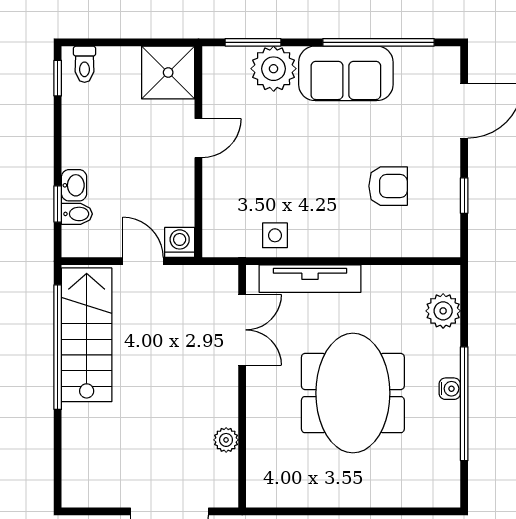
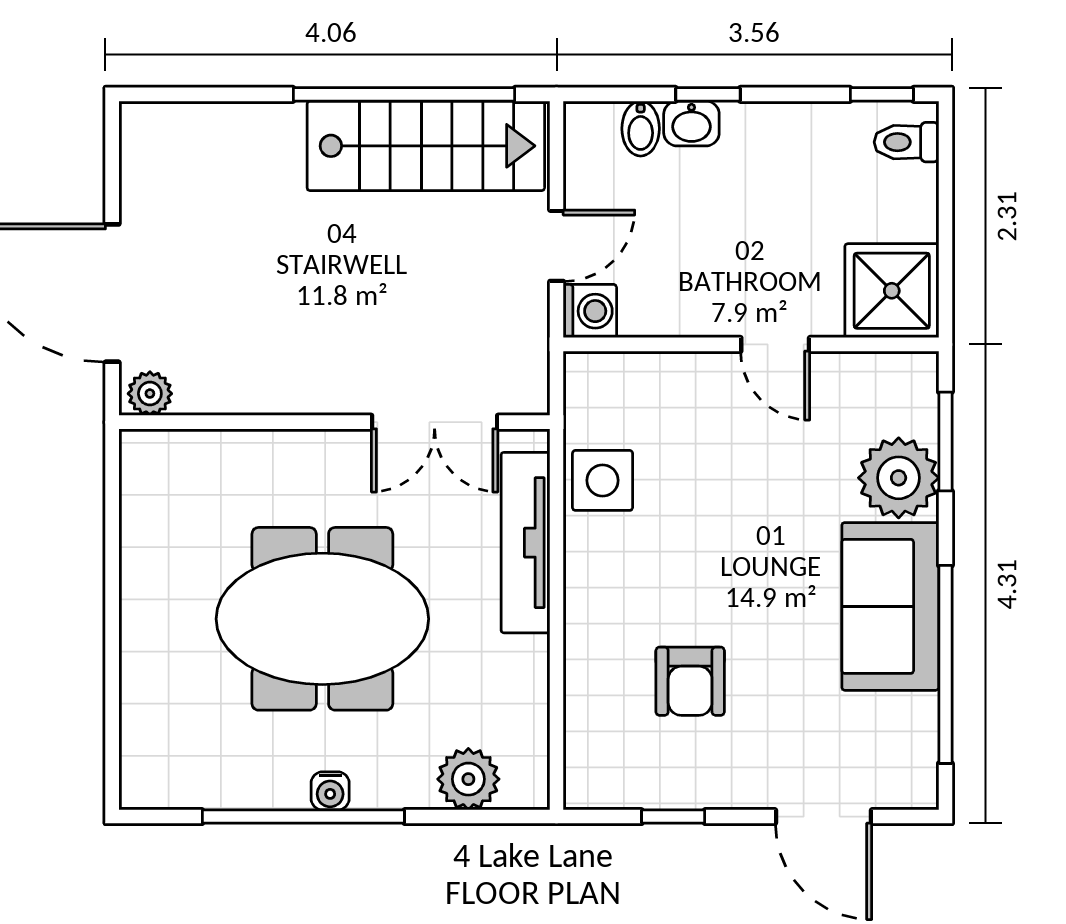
window: (58, 204) -> (708, 94), moved
side table: (275, 235) -> (603, 480), width x1.37, depth x1.37
plant: (226, 440) -> (150, 394), moved

